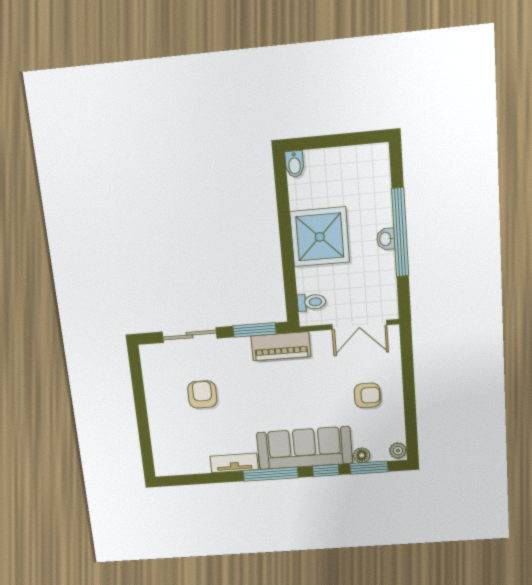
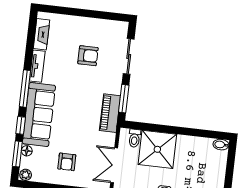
shower: (320, 237) -> (157, 149), moved
fireplace: (187, 465) -> (41, 34), added

